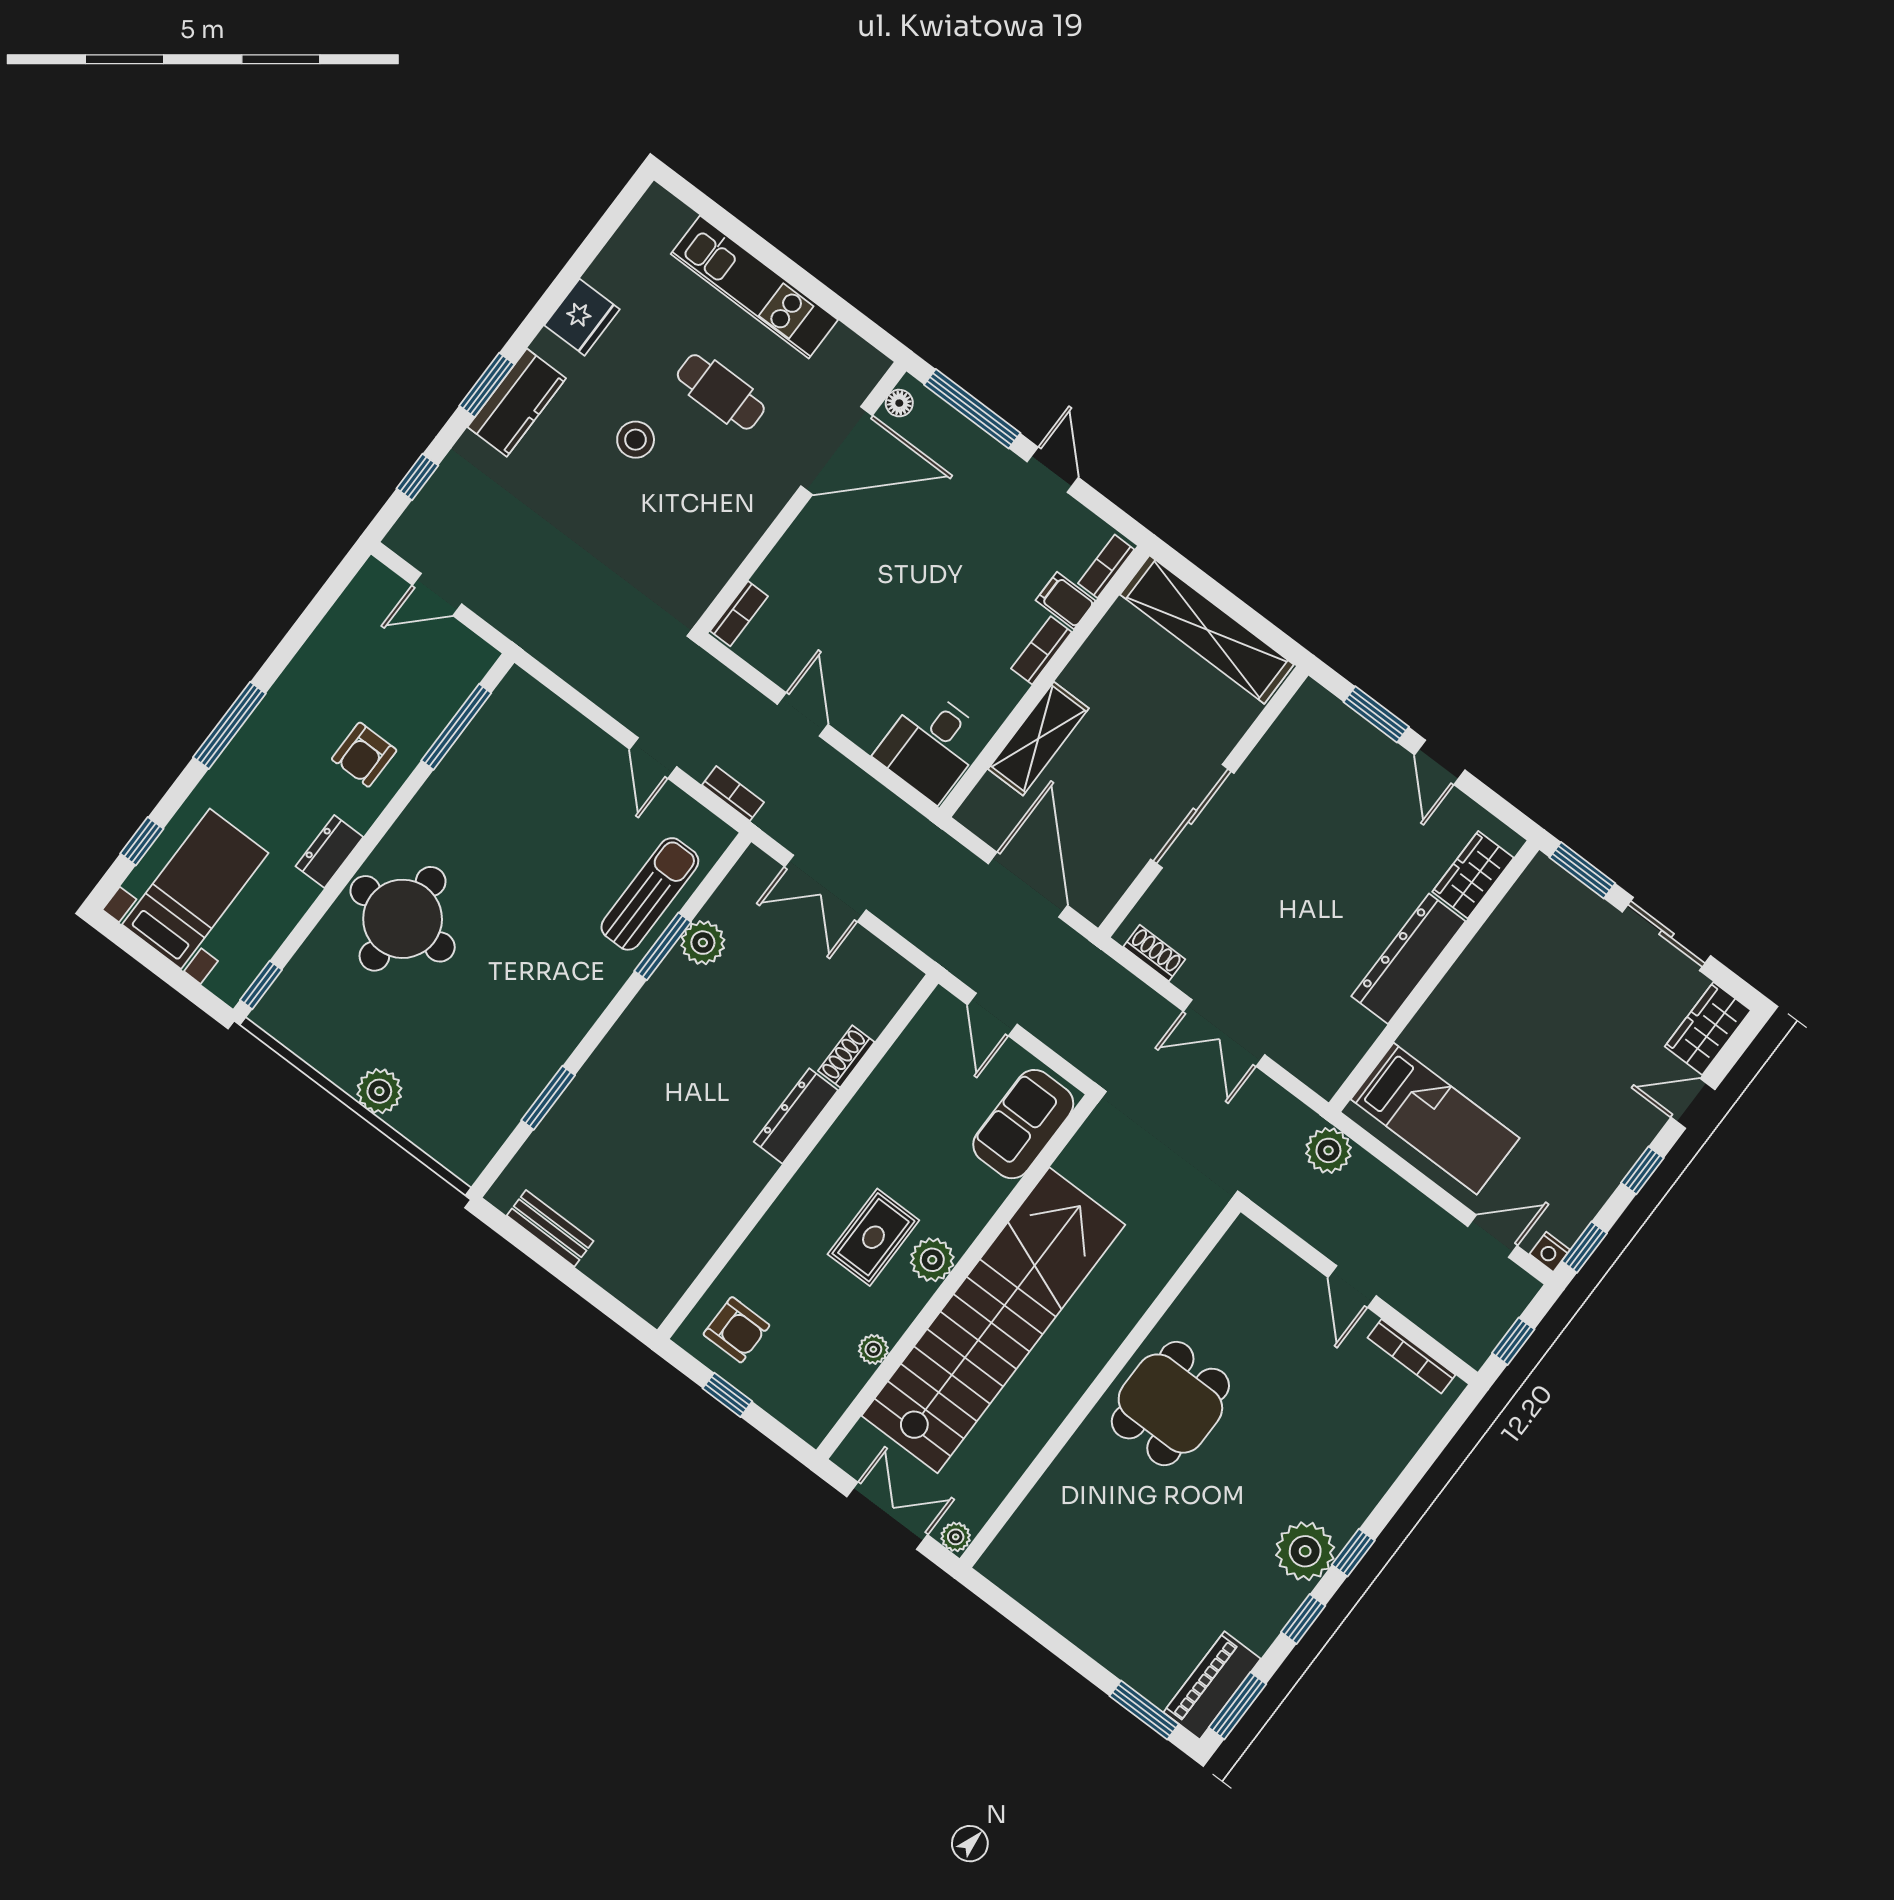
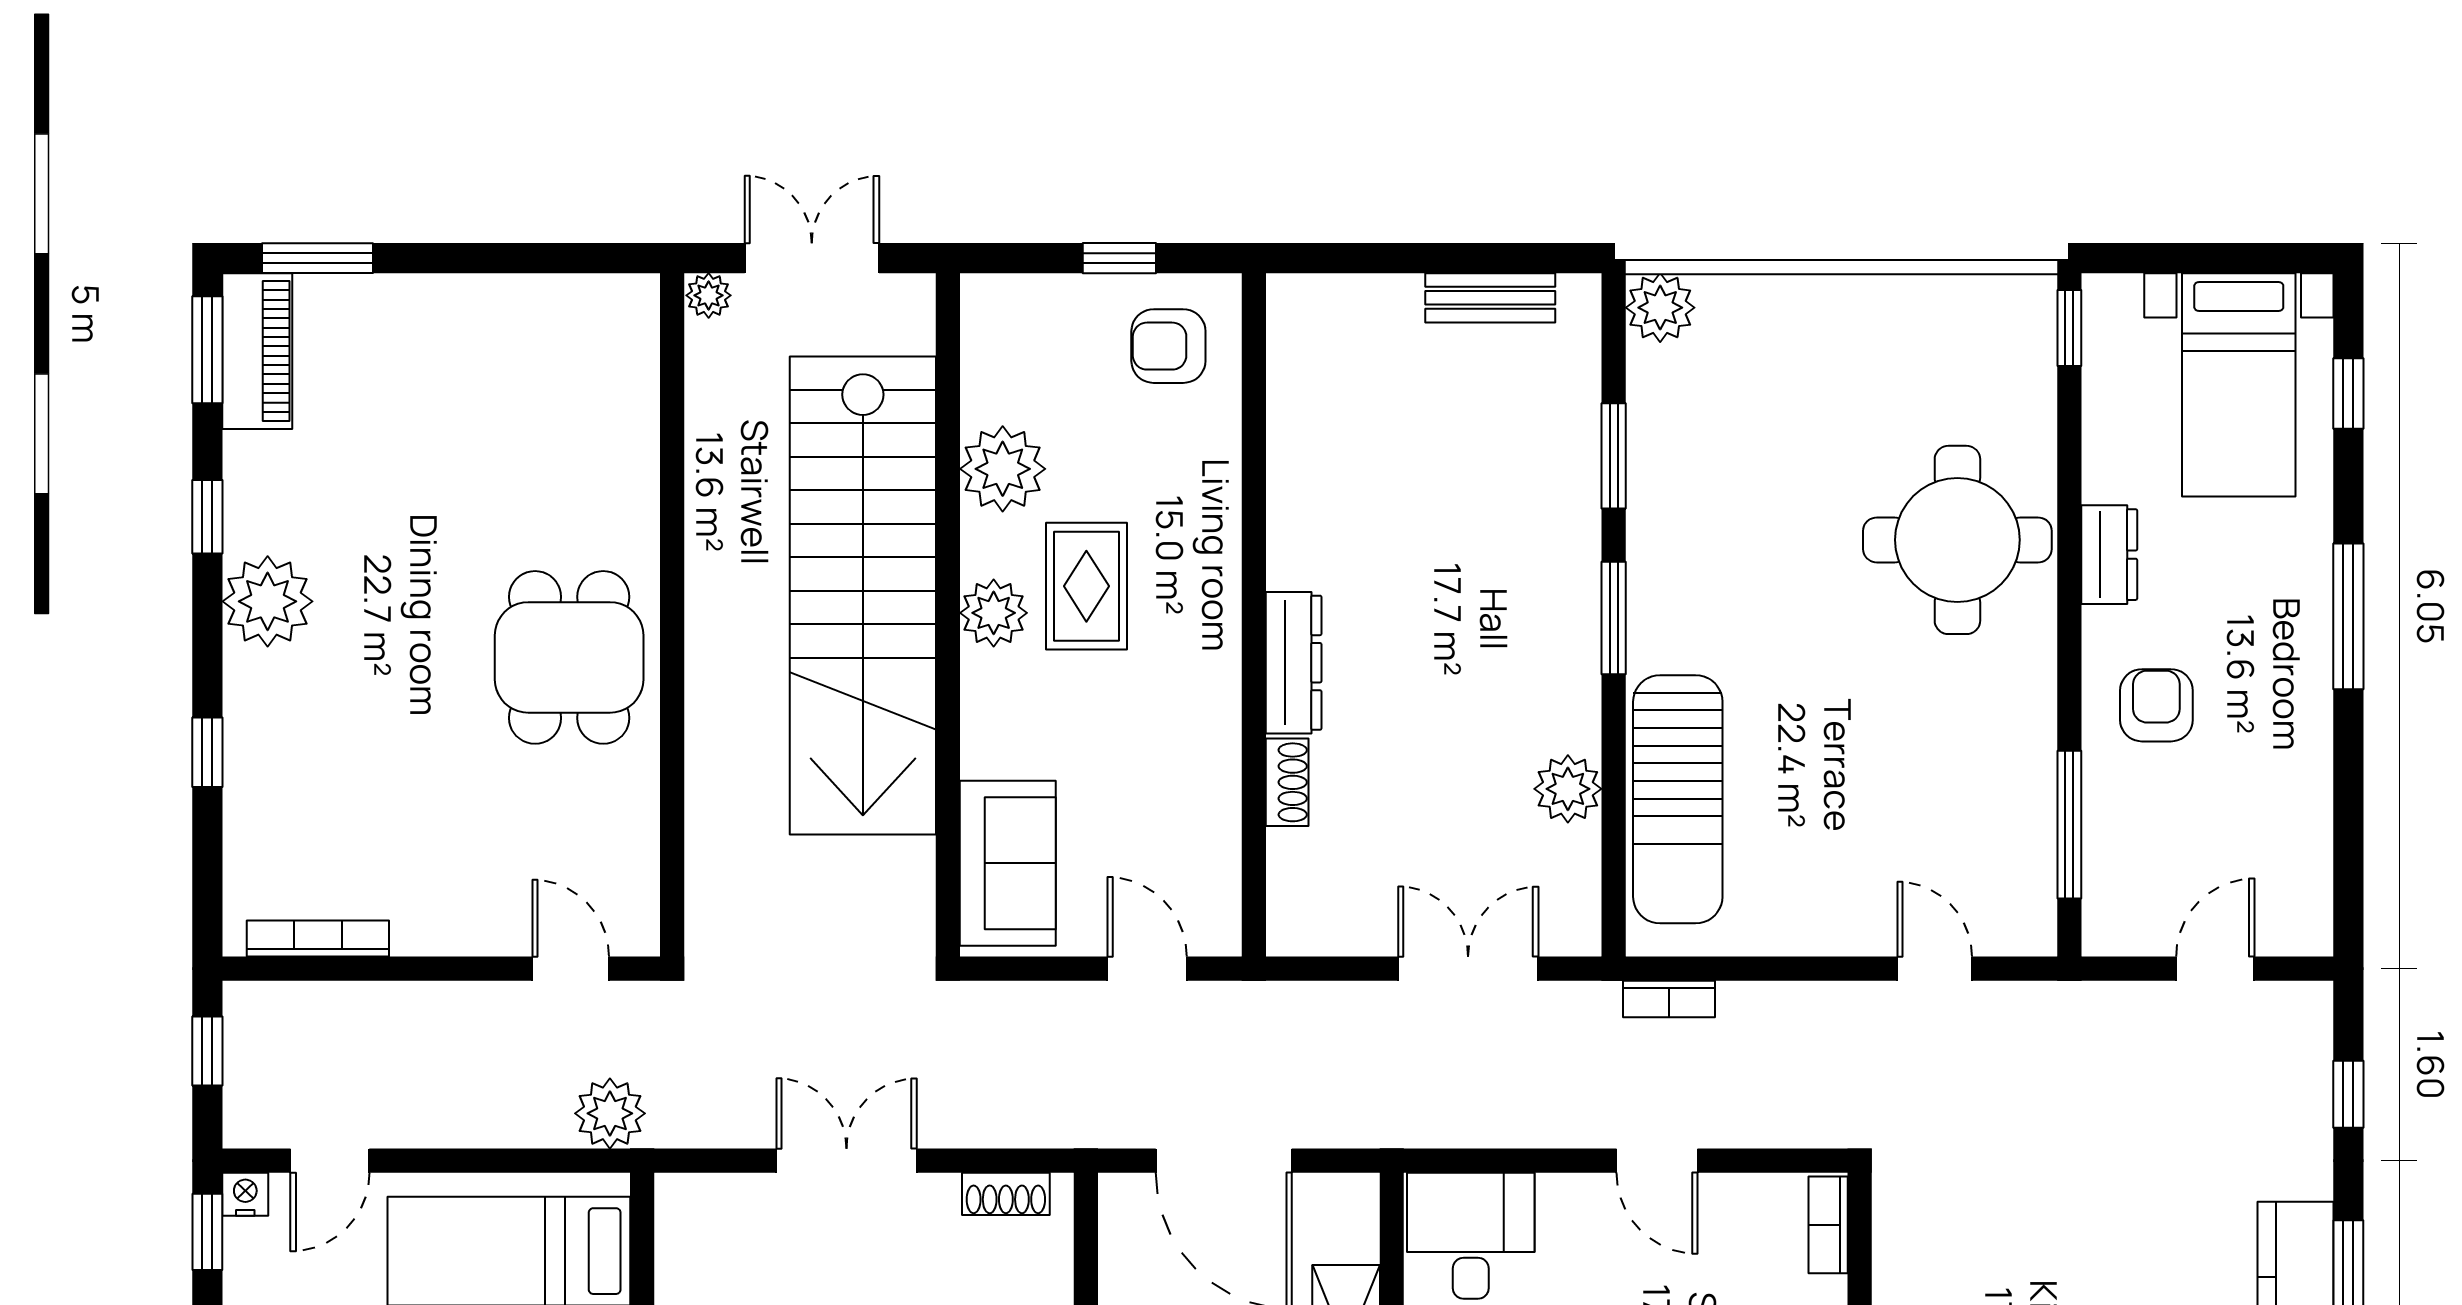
door: (653, 758) -> (1935, 969), moved
sun lounger: (650, 894) -> (1678, 799), width x1.36, depth x1.34
window: (663, 946) -> (1614, 618), moved
plant: (379, 1091) -> (1660, 308), moved
door: (1352, 1287) -> (571, 969), moved
plant: (873, 1349) -> (1003, 469), width x1.87, depth x1.87
double door: (887, 1516) -> (812, 258), swing flipped
window: (1353, 1553) -> (207, 752), moved

